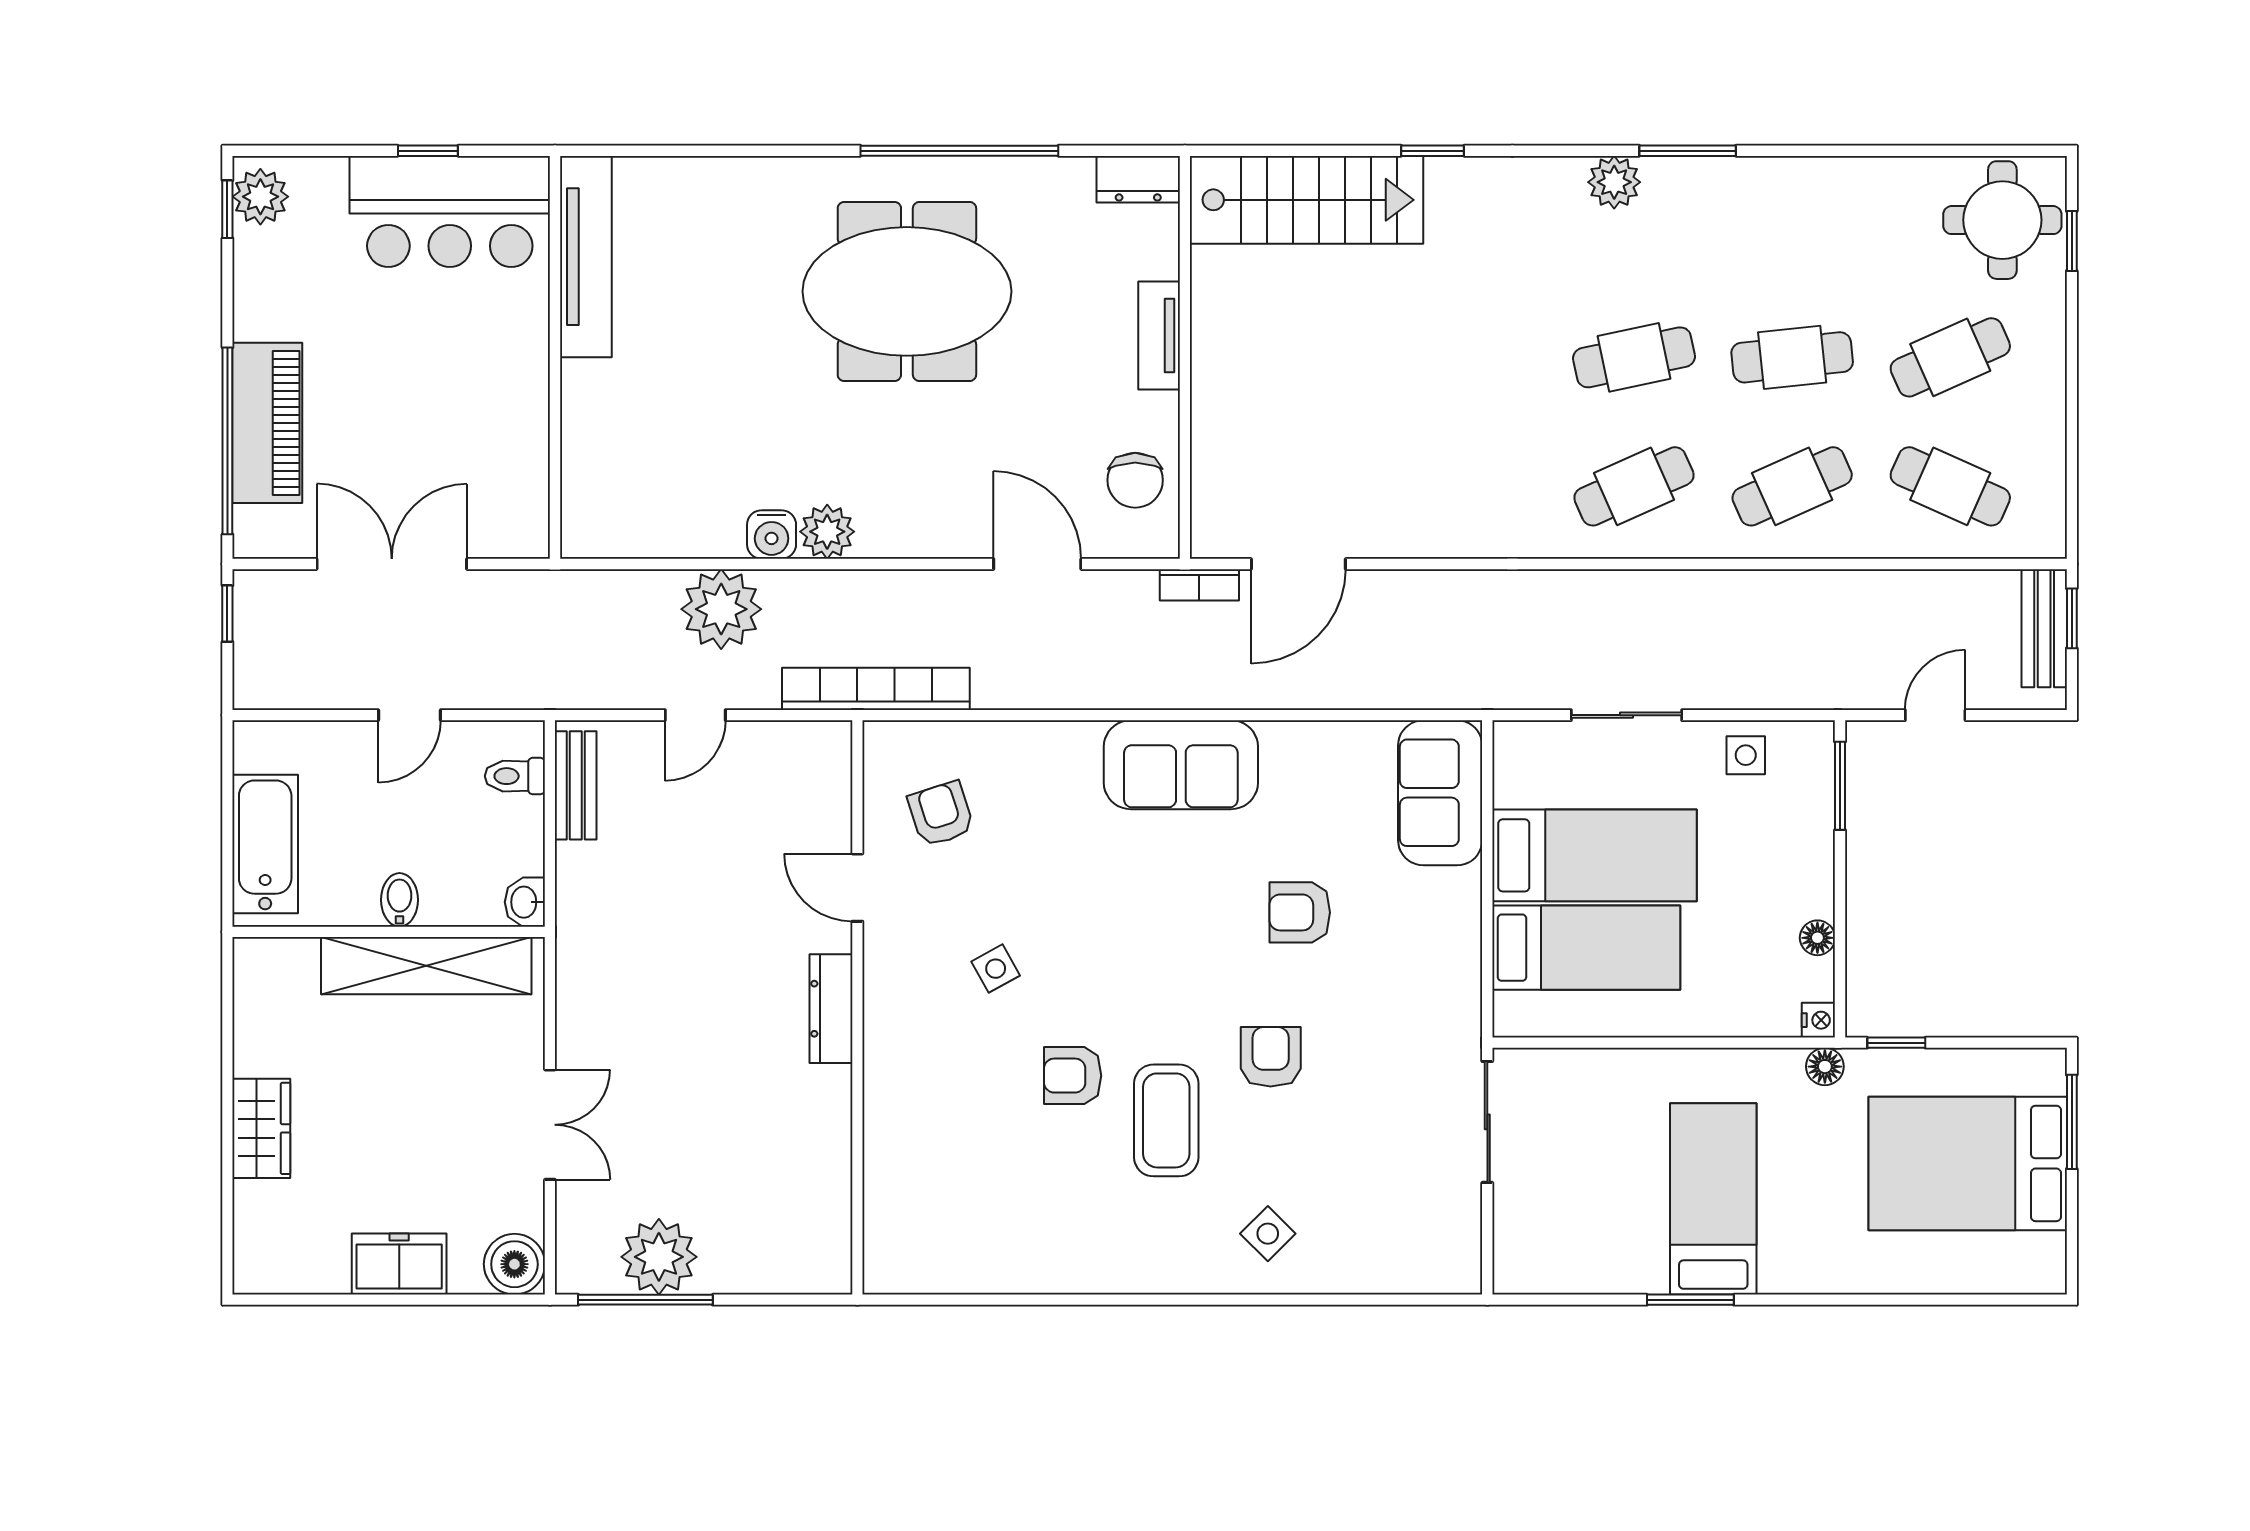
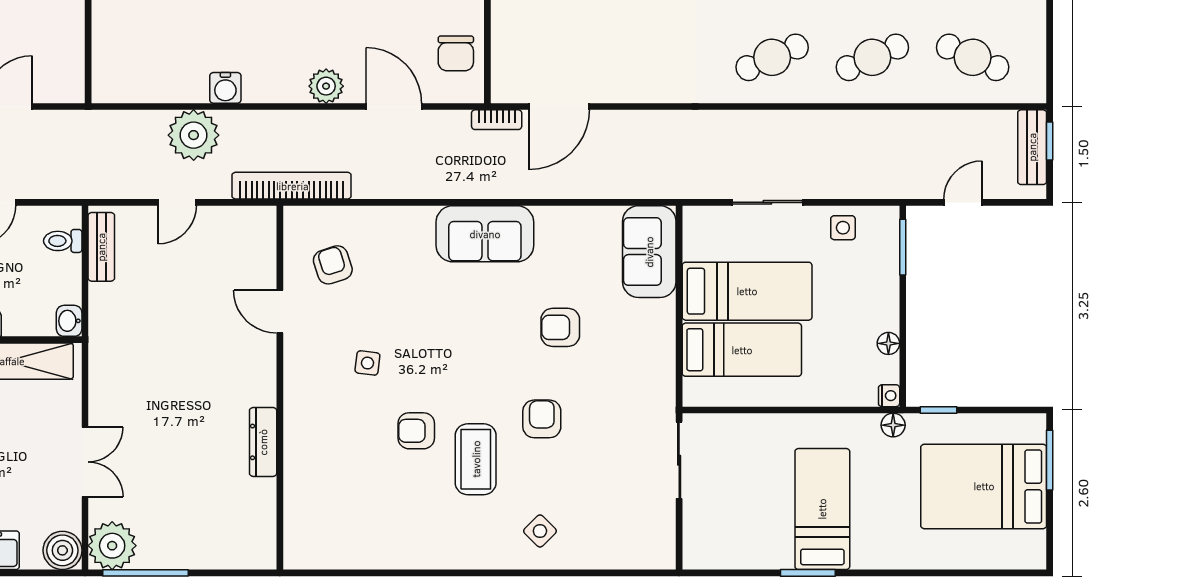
plant: (827, 532) -> (326, 86), moved
side table: (996, 969) -> (367, 363), turned 36
dresser: (831, 1009) -> (263, 442), moved
plant: (659, 1257) -> (112, 546), moved

